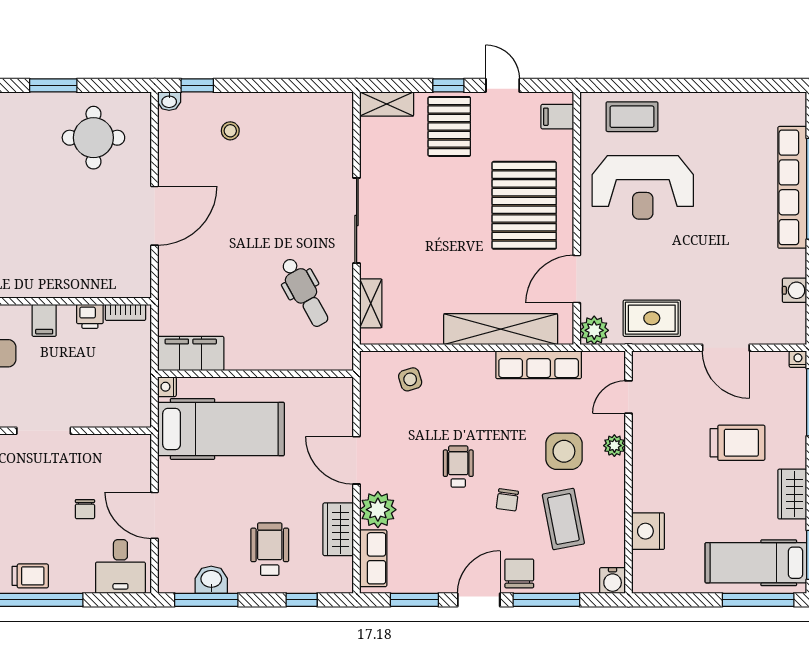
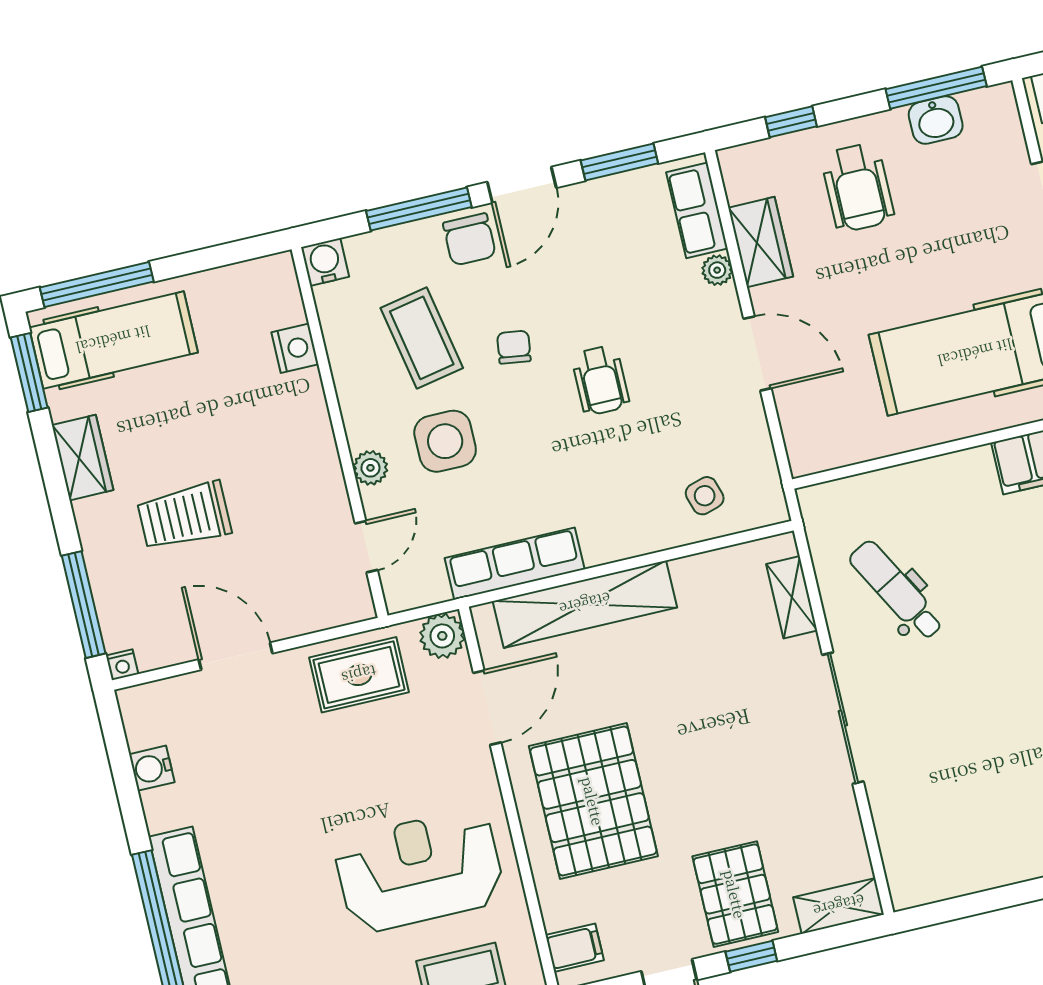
plant: (378, 510) -> (717, 270), width x0.53, depth x0.53
nightstand: (648, 531) -> (295, 348), width x0.74, depth x0.75

